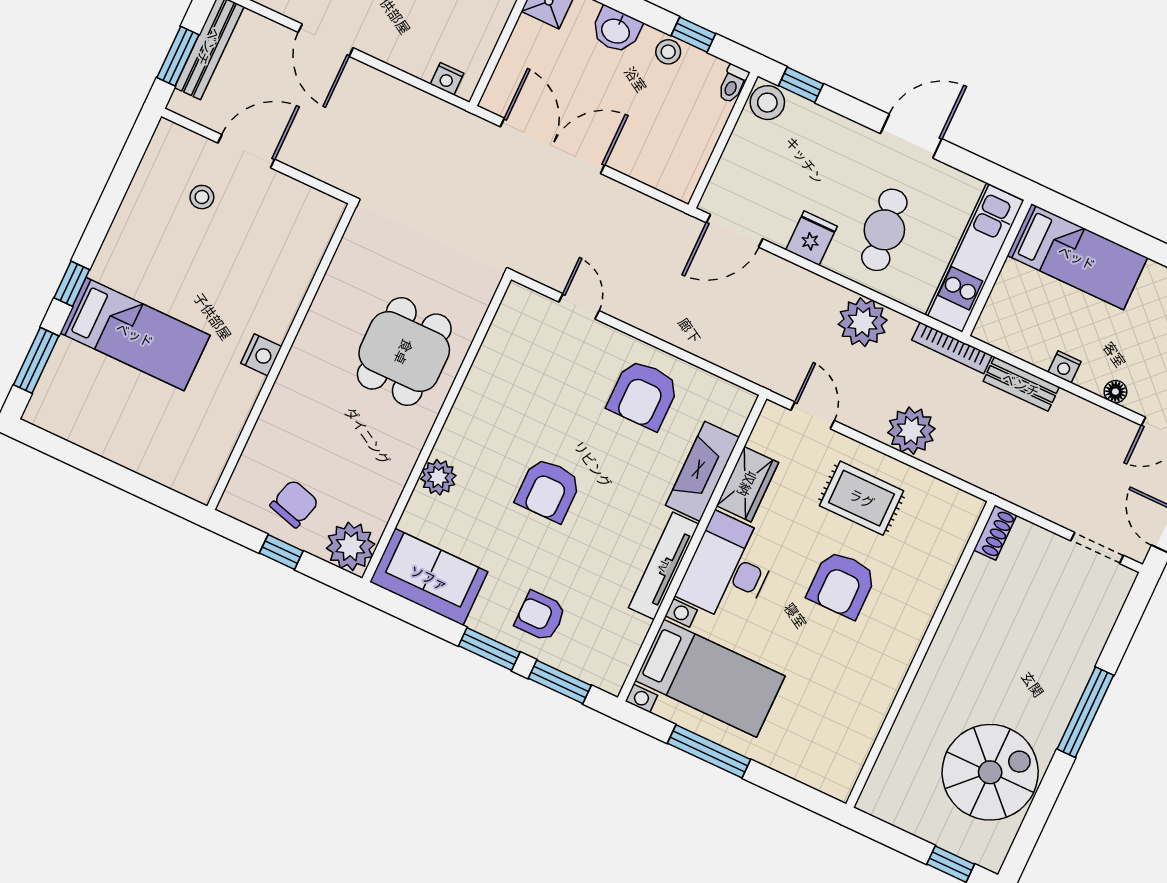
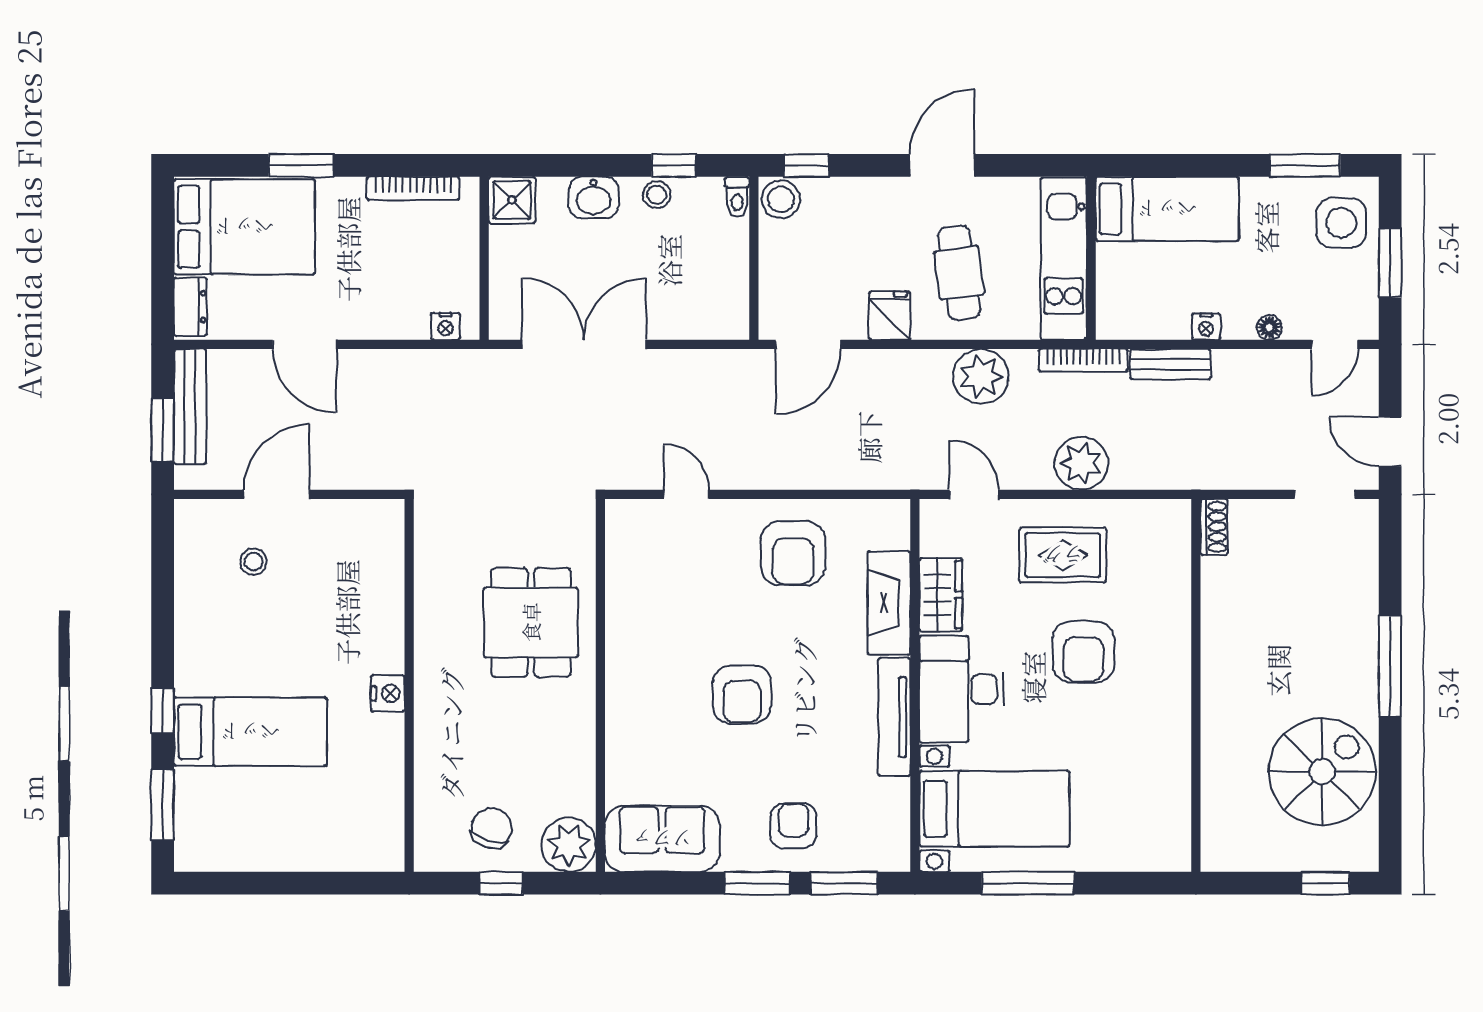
plant: (438, 477) -> (625, 733), removed
armchair: (540, 616) -> (793, 826), turned 90

